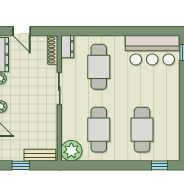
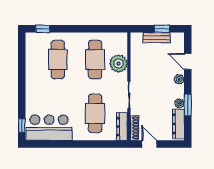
door: (22, 31) -> (149, 144), moved
dresser: (67, 47) -> (122, 127), width x1.44
plant: (71, 151) -> (119, 64), moved
bench: (40, 155) -> (156, 38), moved

